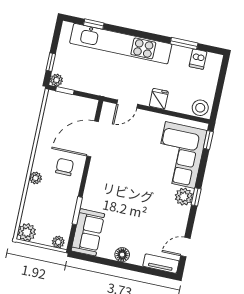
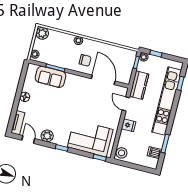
kitchen counter: (99, 85) -> (139, 85), added
plant: (184, 197) -> (47, 136), moved
sofa: (88, 232) -> (51, 77), moved

